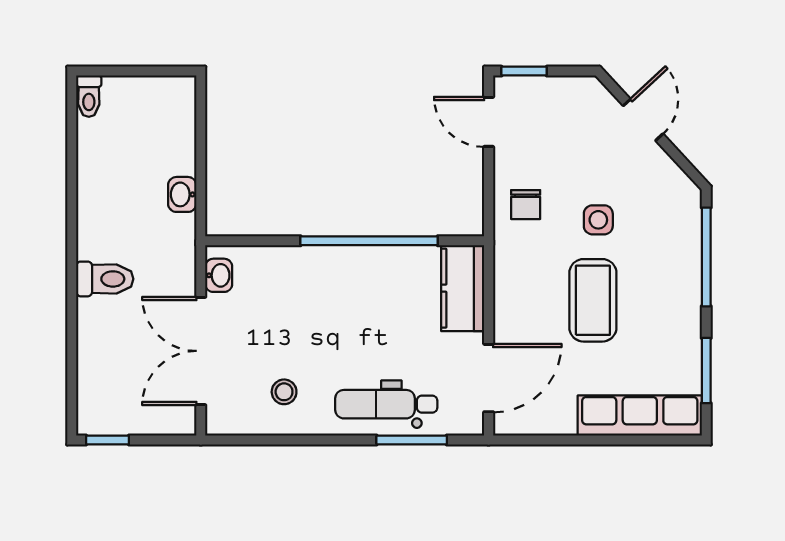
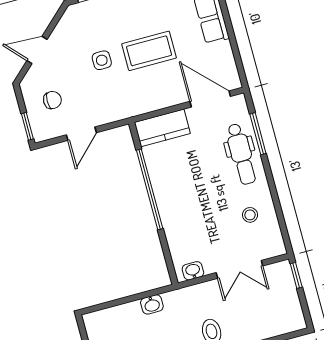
door: (489, 122) -> (81, 134), moved
chair: (526, 205) -> (52, 100), moved
double door: (201, 351) -> (239, 269), width x0.73
window: (107, 440) -> (296, 275), moved

